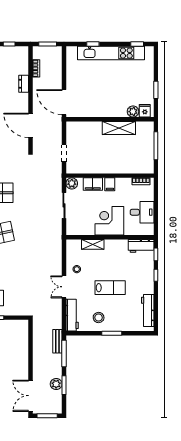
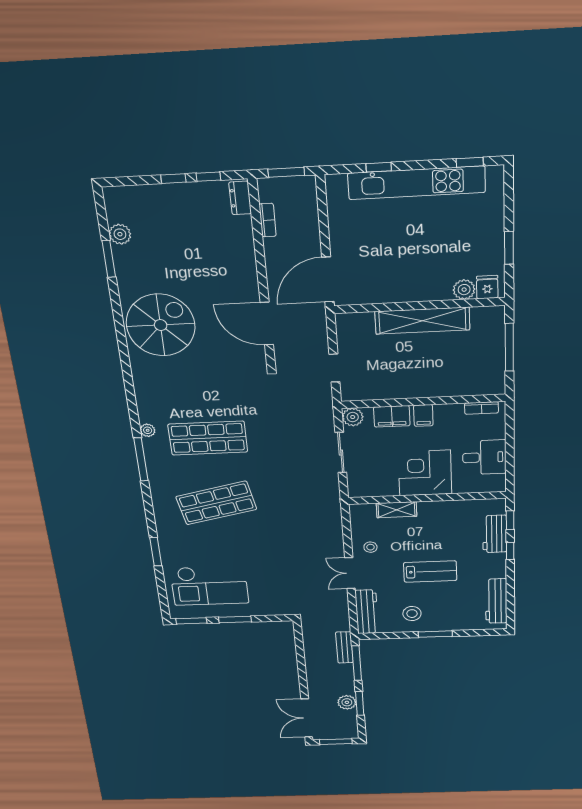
dresser: (24, 84) -> (240, 198), moved
door: (64, 102) -> (328, 279), hinge flipped
shelving: (119, 128) -> (422, 321), width x1.47
workbench: (141, 246) -> (495, 534), moved, turned 90

